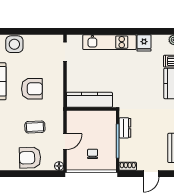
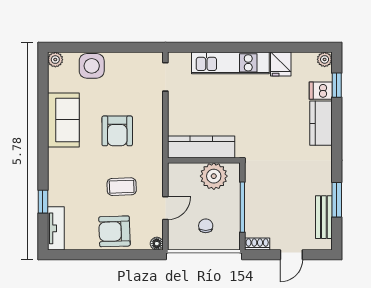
armchair: (32, 89) -> (117, 131), turned 90
plant: (98, 120) -> (214, 176), added
dresser: (125, 128) -> (253, 188), removed

